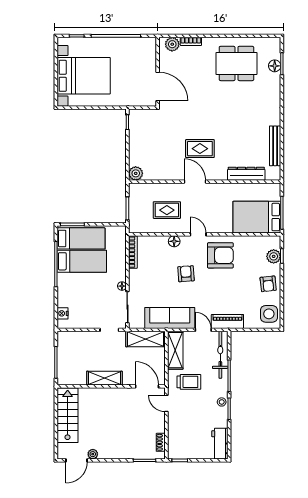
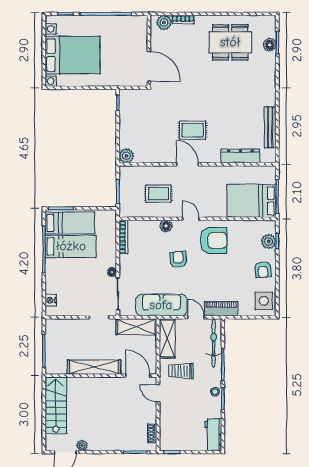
shelving: (104, 378) -> (94, 367), width x1.47
trolley: (189, 382) -> (181, 371), turned 180

